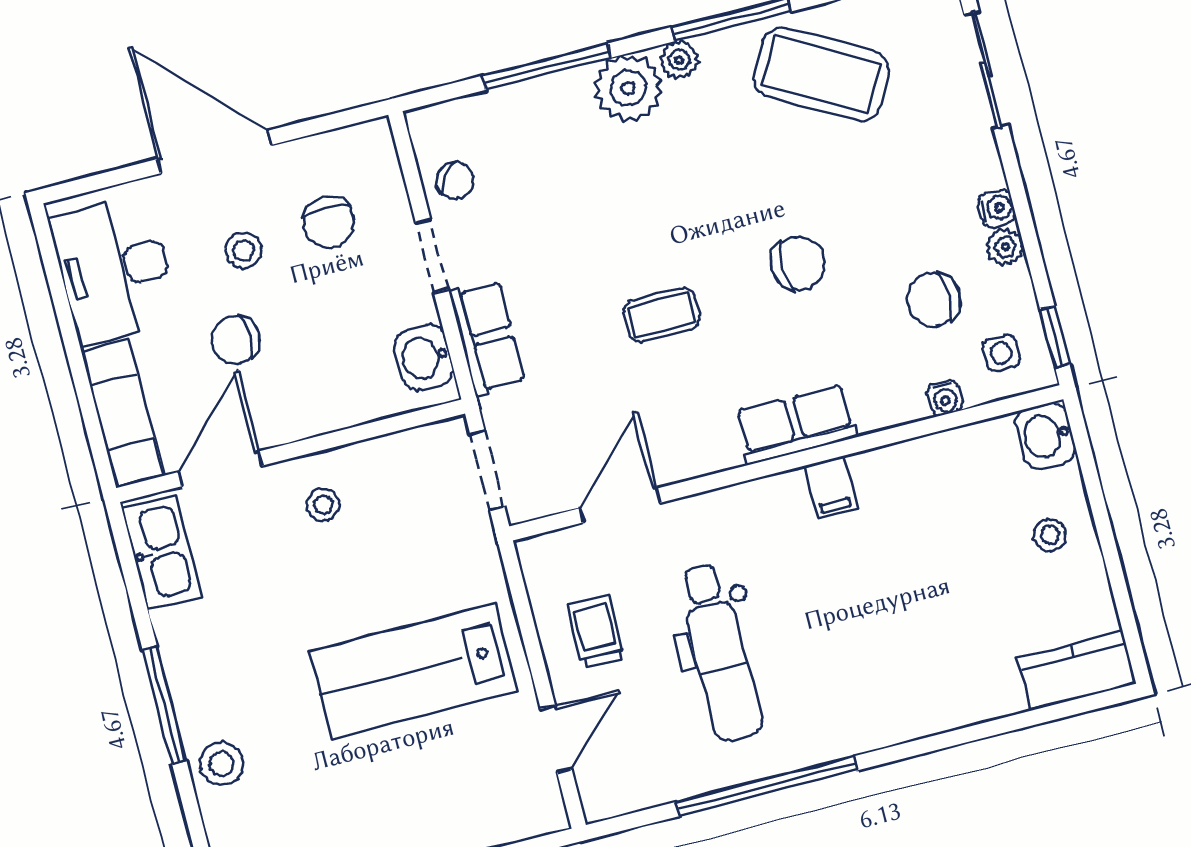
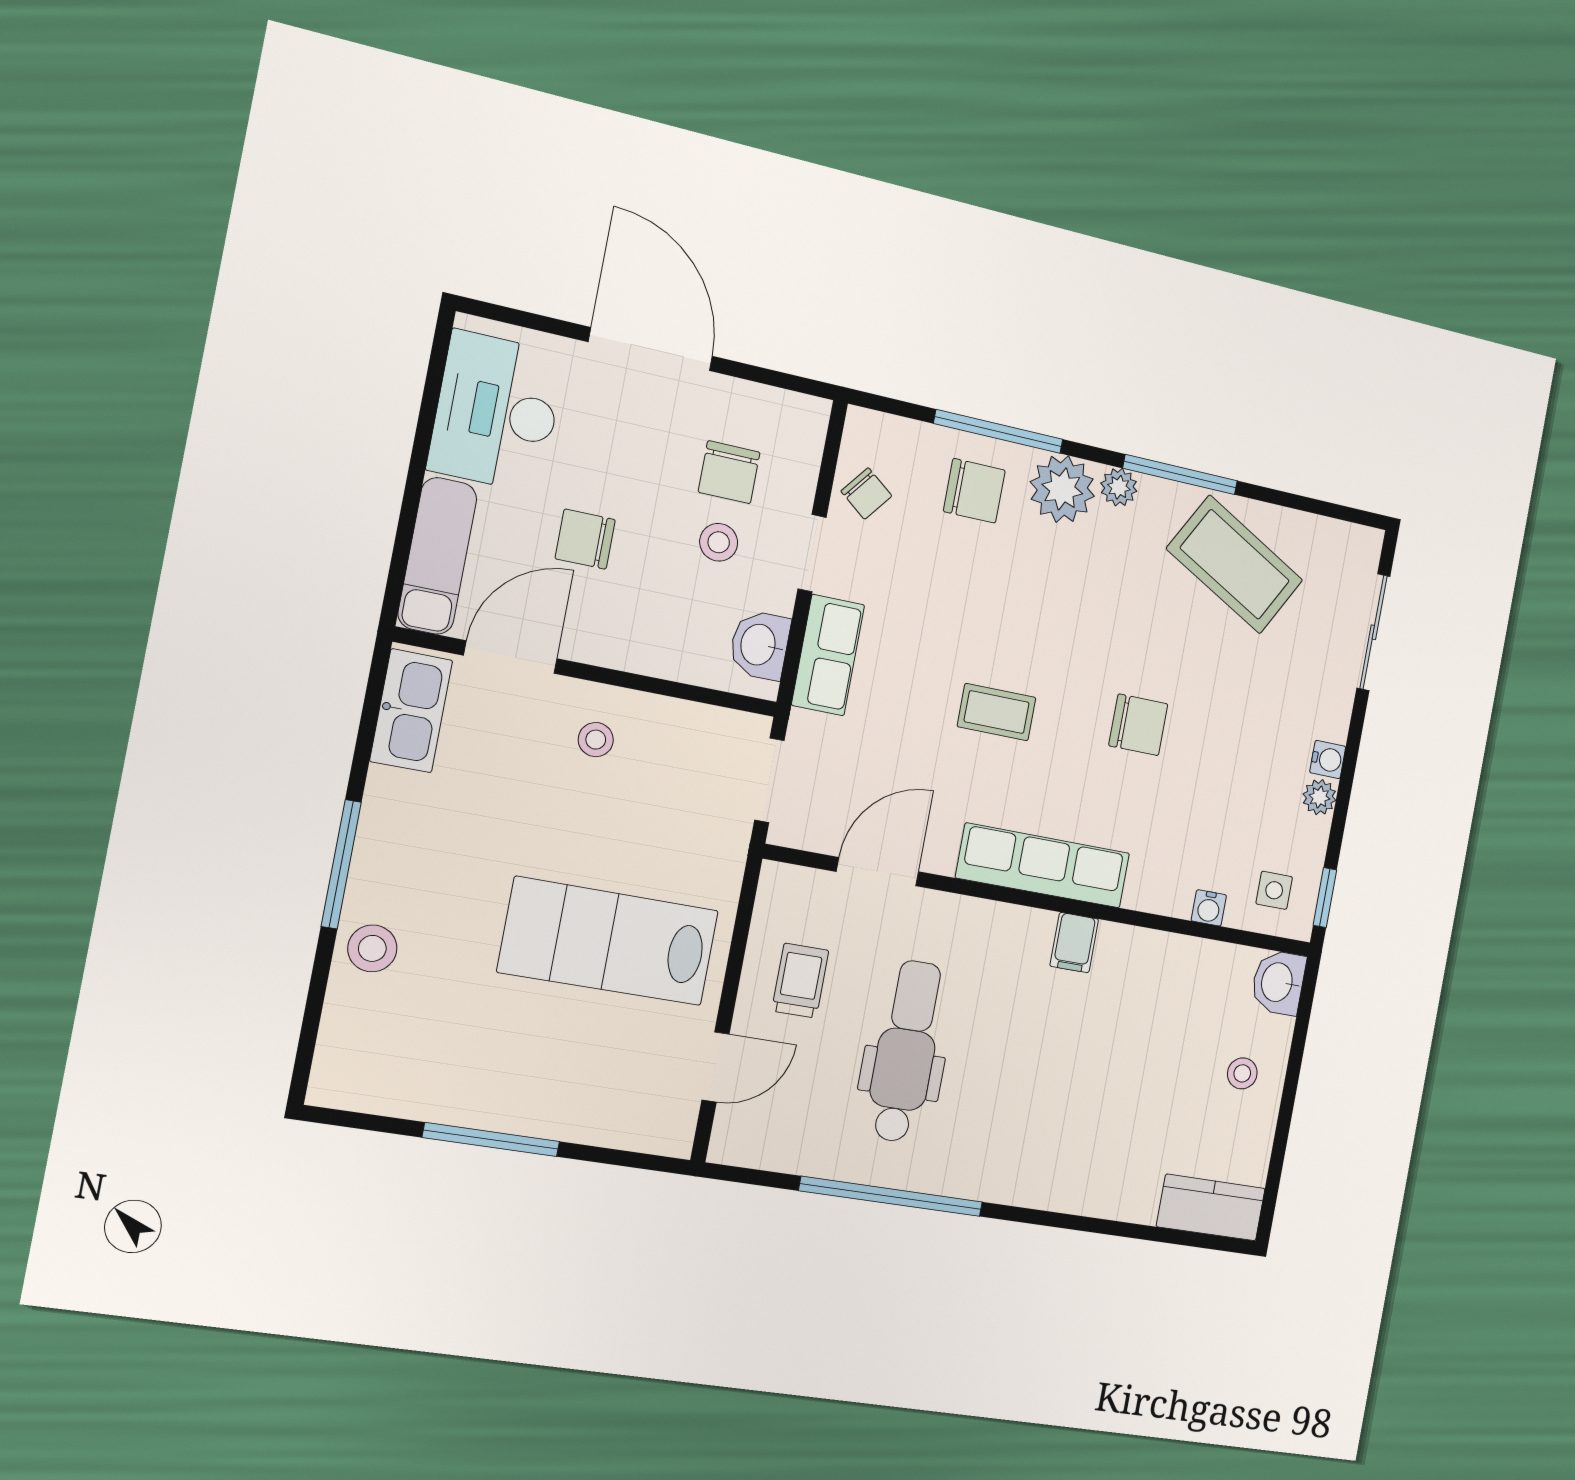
stool: (244, 250) -> (719, 542), moved
chair: (933, 300) -> (974, 491), moved, turned 180
row of seats: (796, 424) -> (1043, 866), width x1.48
dental chair: (720, 652) -> (906, 1051), turned 180

